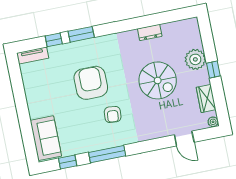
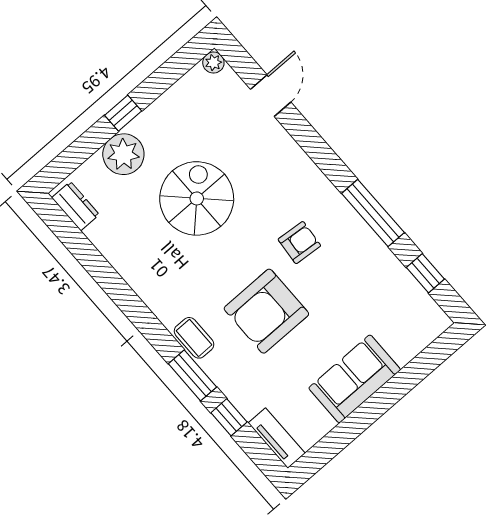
dresser: (150, 32) -> (75, 206), moved
coffee table: (97, 44) -> (194, 338), added
wardrobe: (206, 99) -> (180, 97), removed
sofa: (46, 138) -> (355, 379), moved

